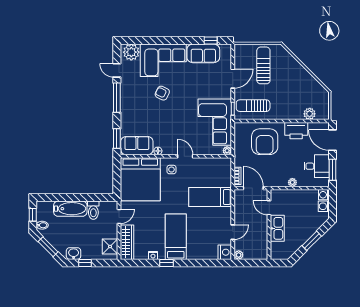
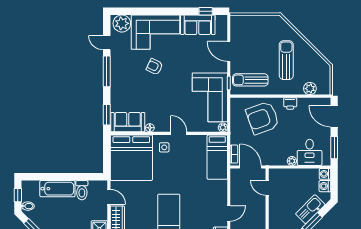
sun lounger: (263, 65) -> (286, 60), moved
door: (233, 79) -> (229, 51), swing flipped
printer: (296, 131) -> (290, 103), width x0.53, depth x0.68
armchair: (265, 142) -> (263, 118), turned 70
desk: (317, 166) -> (310, 152), moved, turned 90
bed: (210, 197) -> (217, 157), moved, turned -90
door: (119, 216) -> (109, 197), hinge flipped
kitchen sink: (277, 228) -> (310, 209), moved, turned -135

